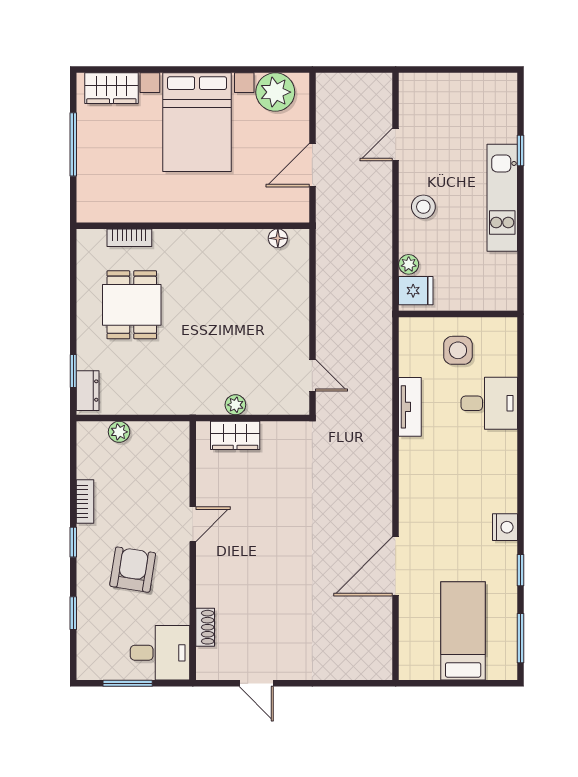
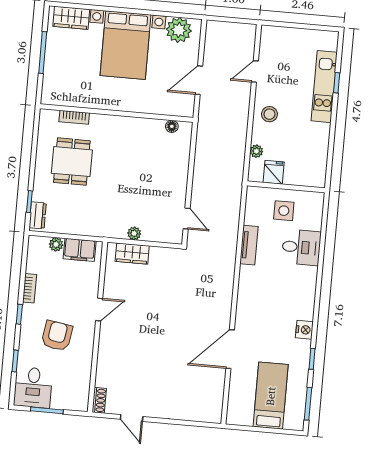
kitchen unit: (502, 198) -> (324, 87), moved
fridge: (416, 291) -> (274, 172), moved, turned -90
filing cabinet: (155, 437) -> (80, 250), added
shoe rack: (205, 627) -> (99, 400), moved
desk: (160, 653) -> (33, 387), moved, turned 90

